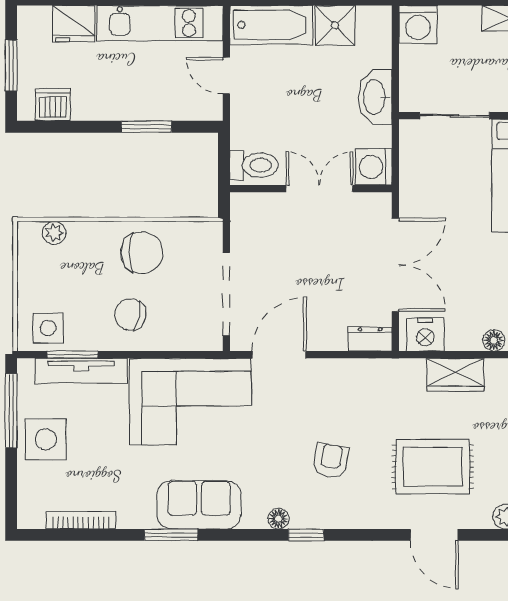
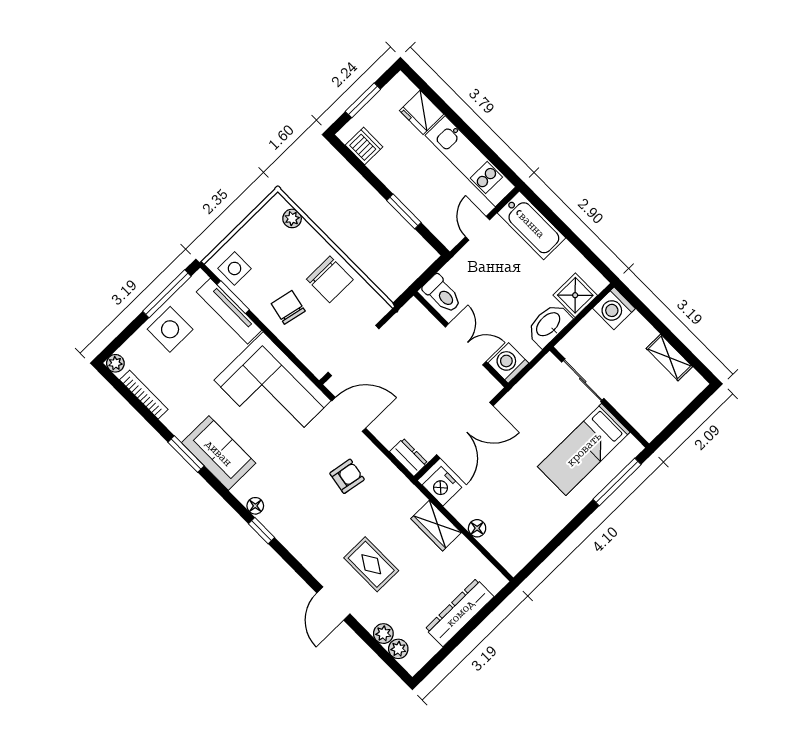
shower: (335, 25) -> (575, 295), moved
armchair: (331, 461) -> (347, 476), moved
rug: (433, 467) -> (371, 564), width x0.73, depth x0.70
plant: (28, 518) -> (115, 363), added

